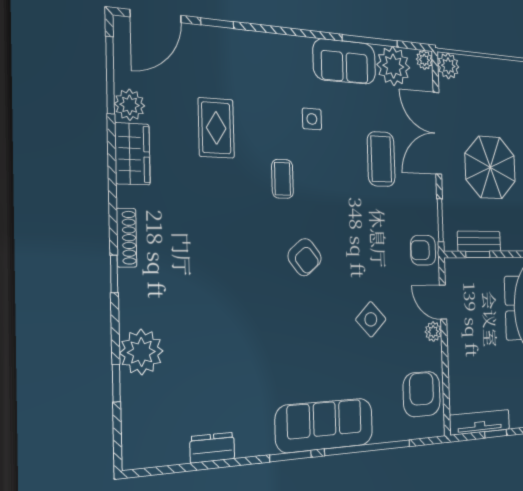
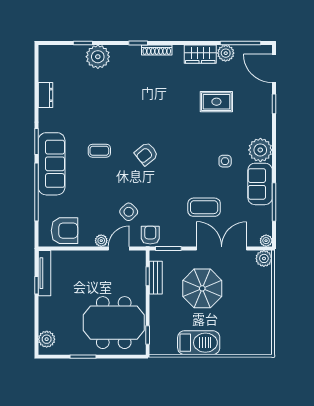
plant: (393, 66) -> (260, 150), moved
coffee table: (282, 179) -> (99, 151), moved
side table: (371, 319) -> (129, 212), moved

